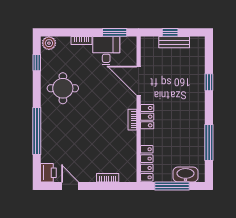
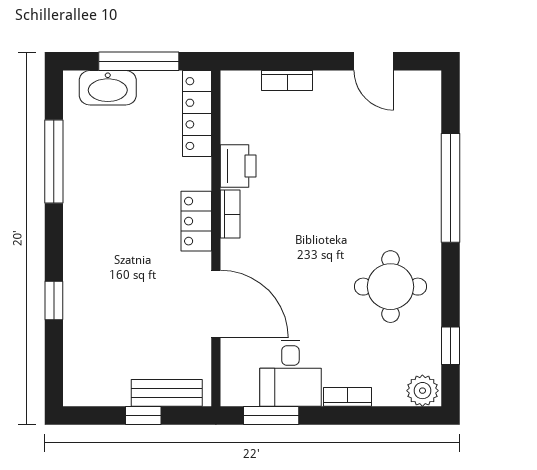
bench: (174, 42) -> (167, 393), moved
printer: (48, 173) -> (238, 166), moved, turned 180

